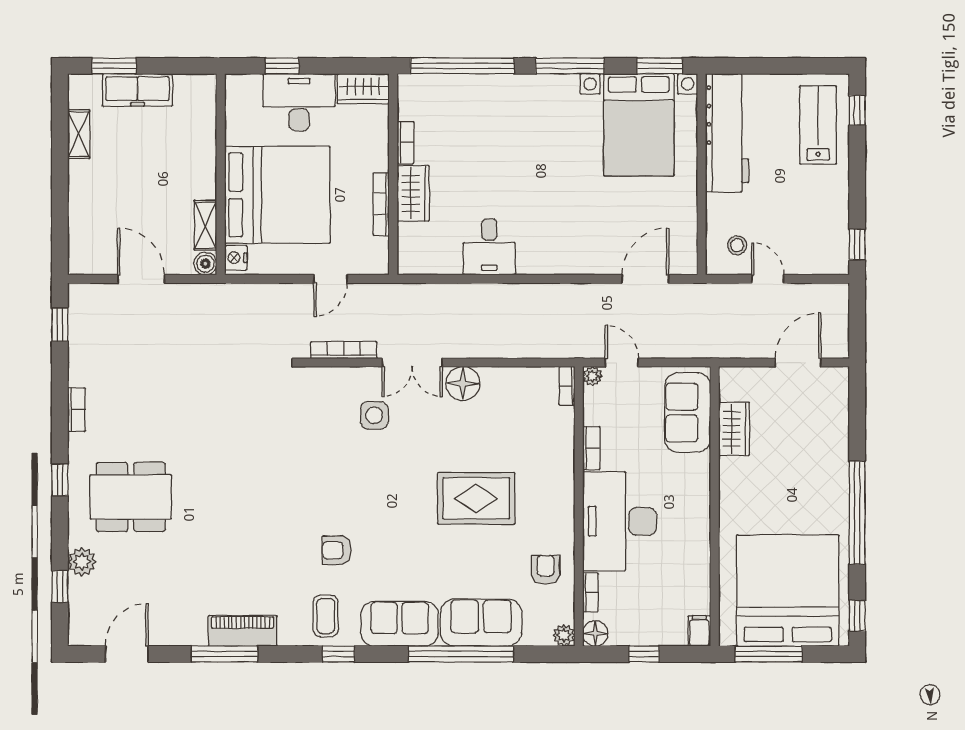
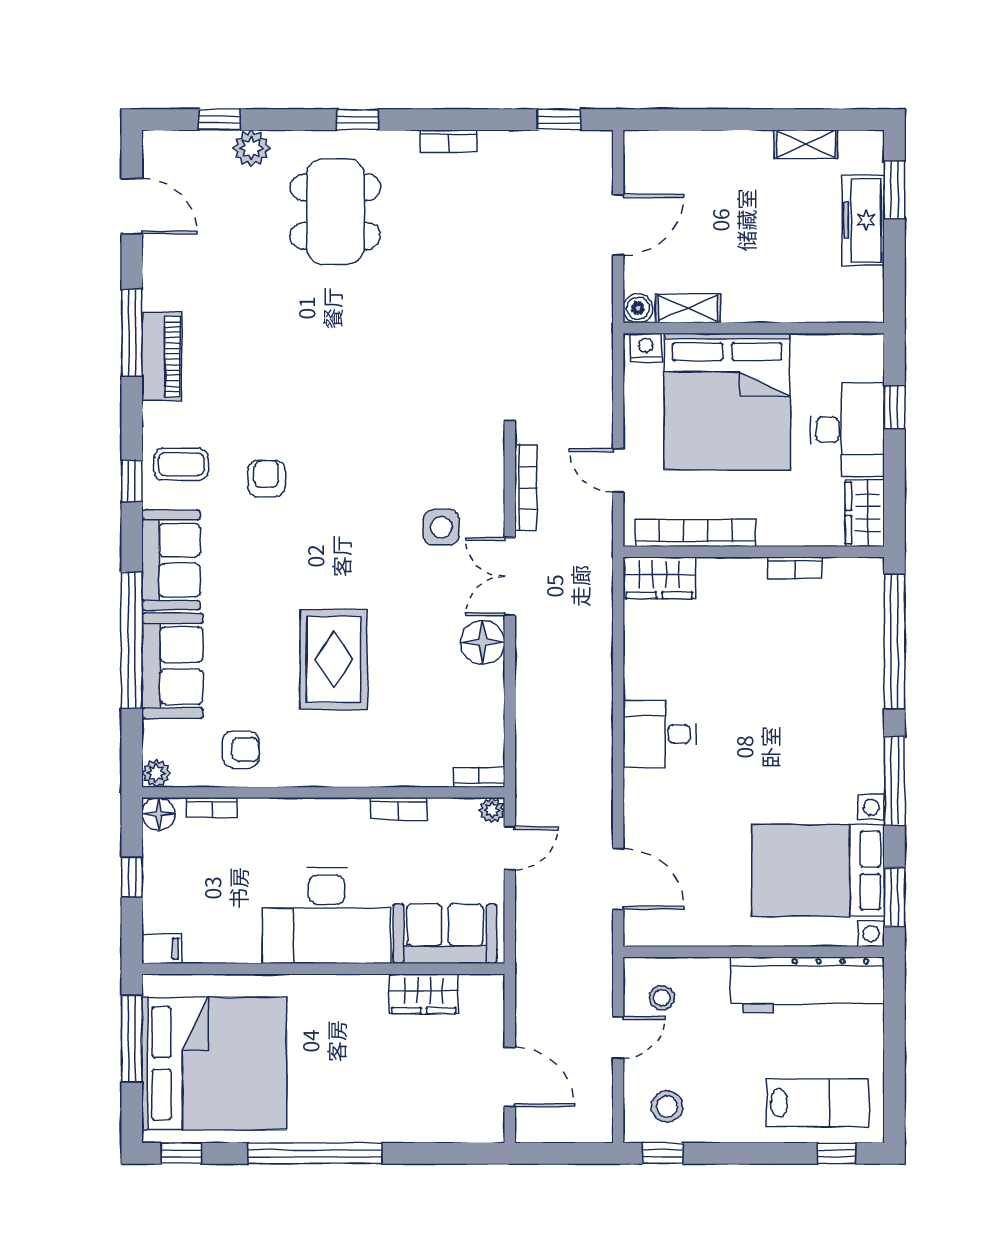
wardrobe: (413, 193) -> (659, 578), moved
bookcase: (381, 204) -> (696, 533), width x1.48, depth x1.31
stool: (821, 241) -> (667, 1106), added
desk: (489, 247) -> (660, 734), moved
desk: (620, 521) -> (327, 916), moved, turned 180

